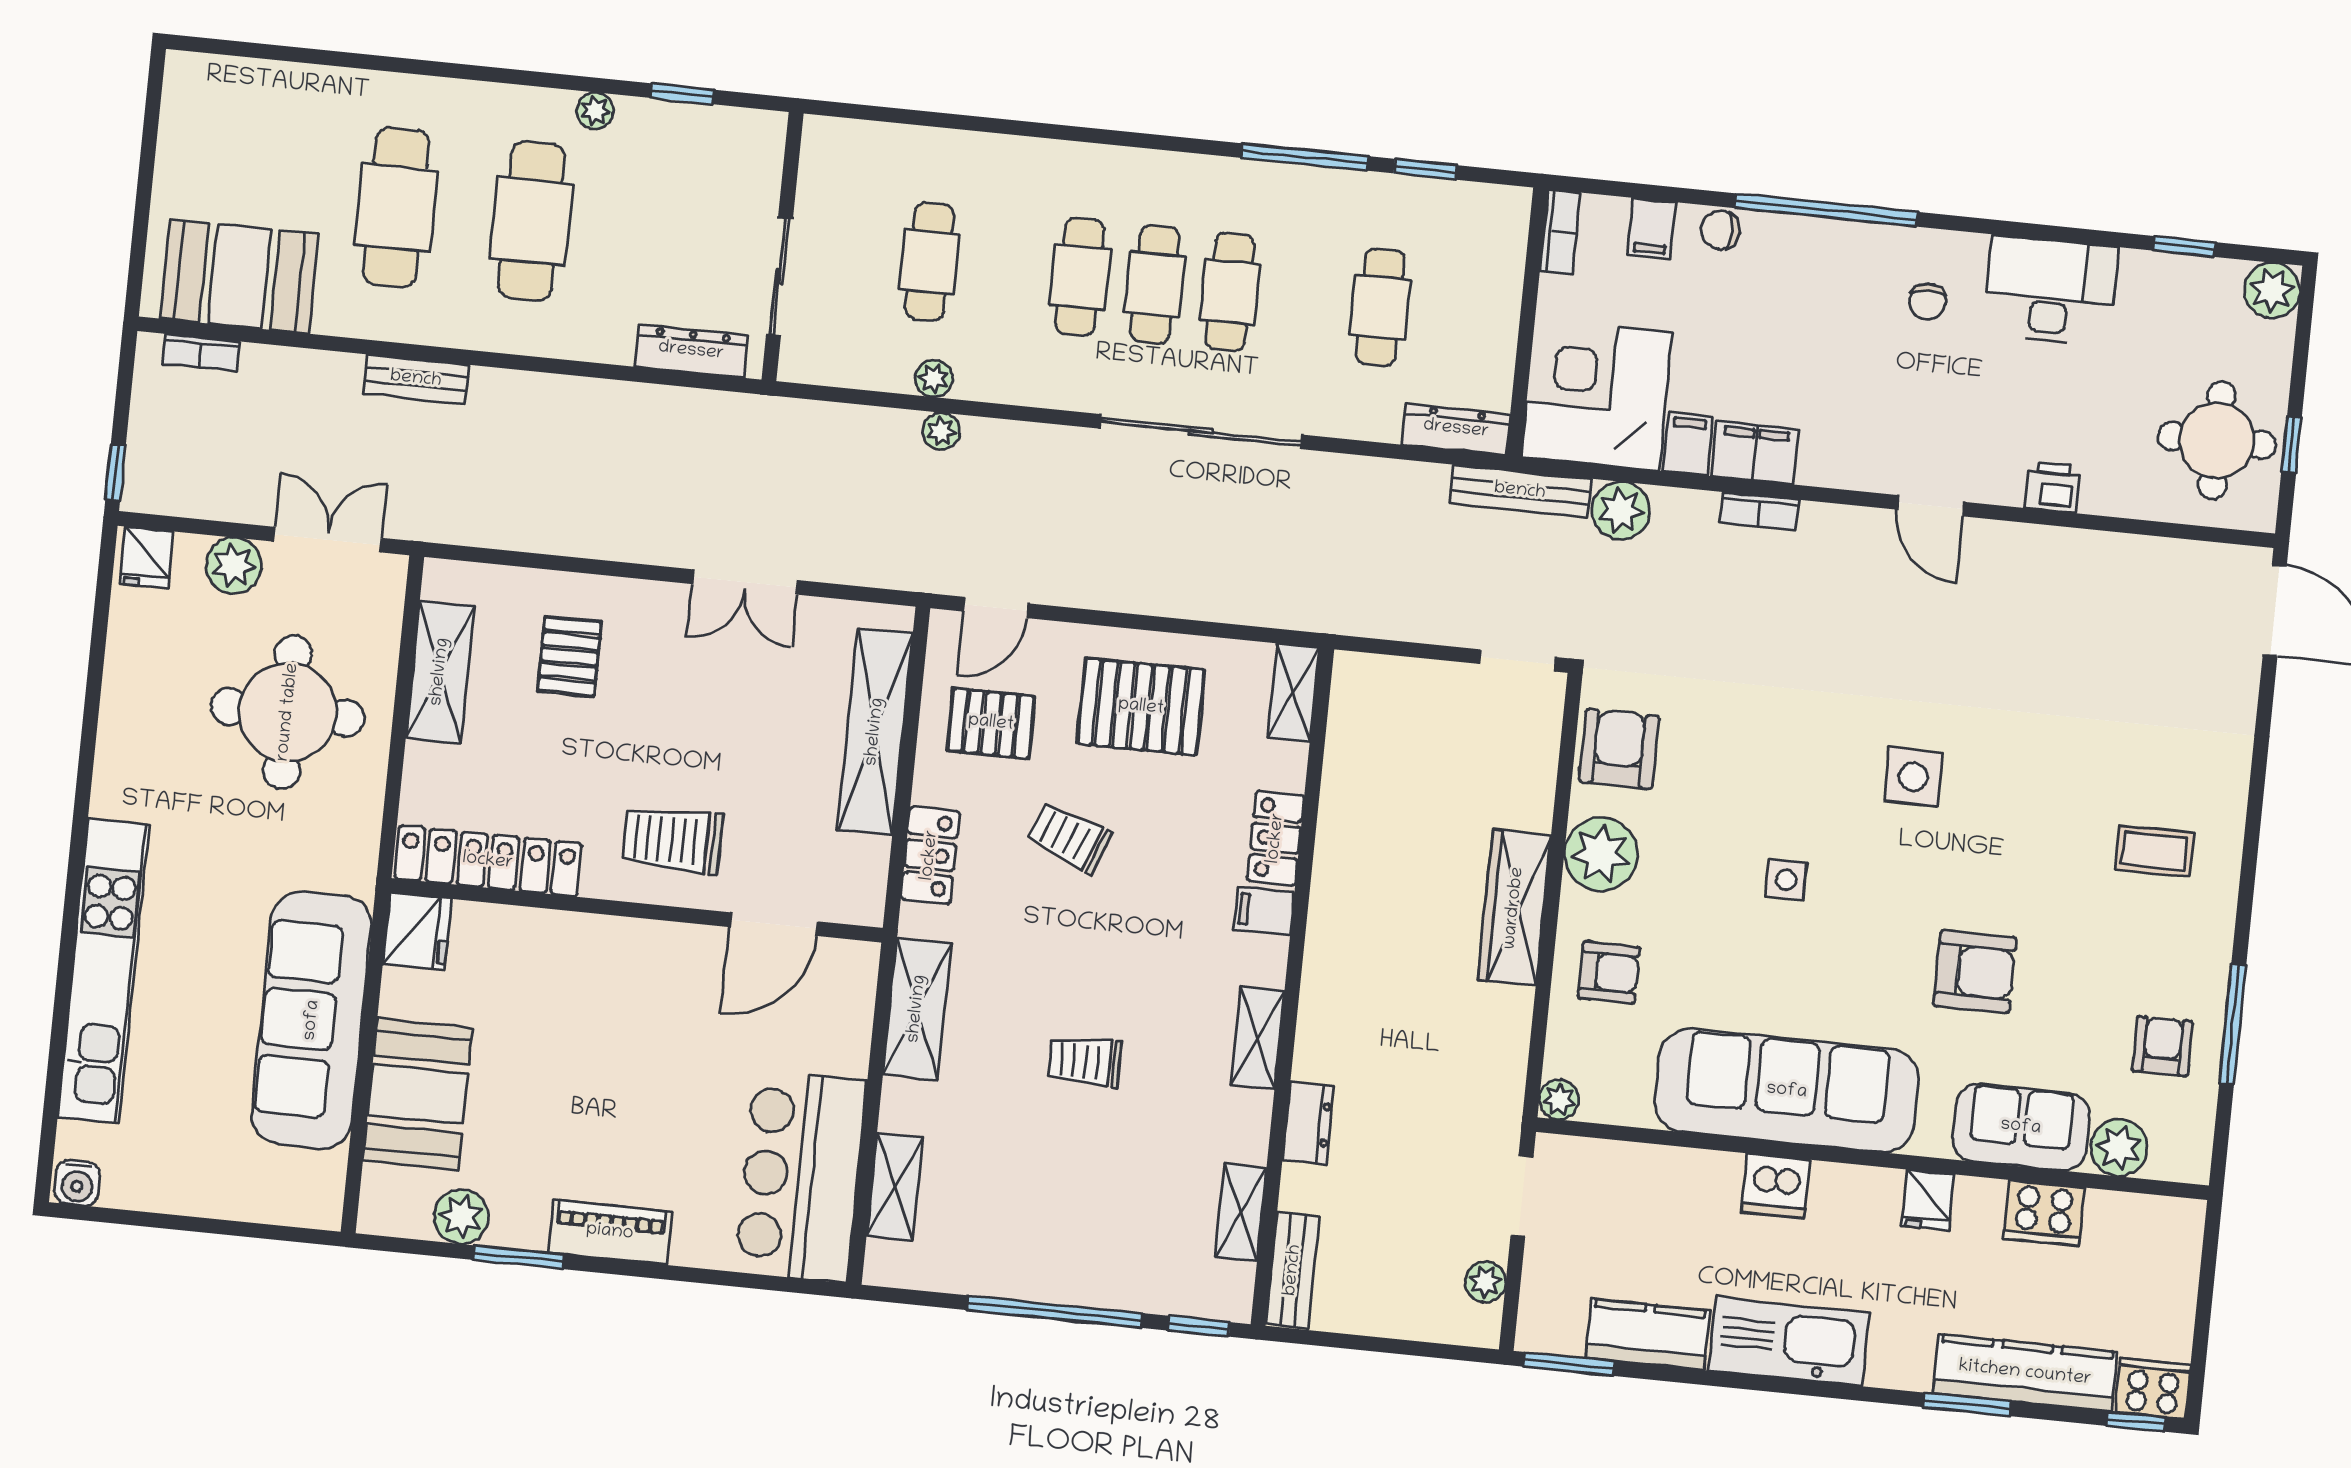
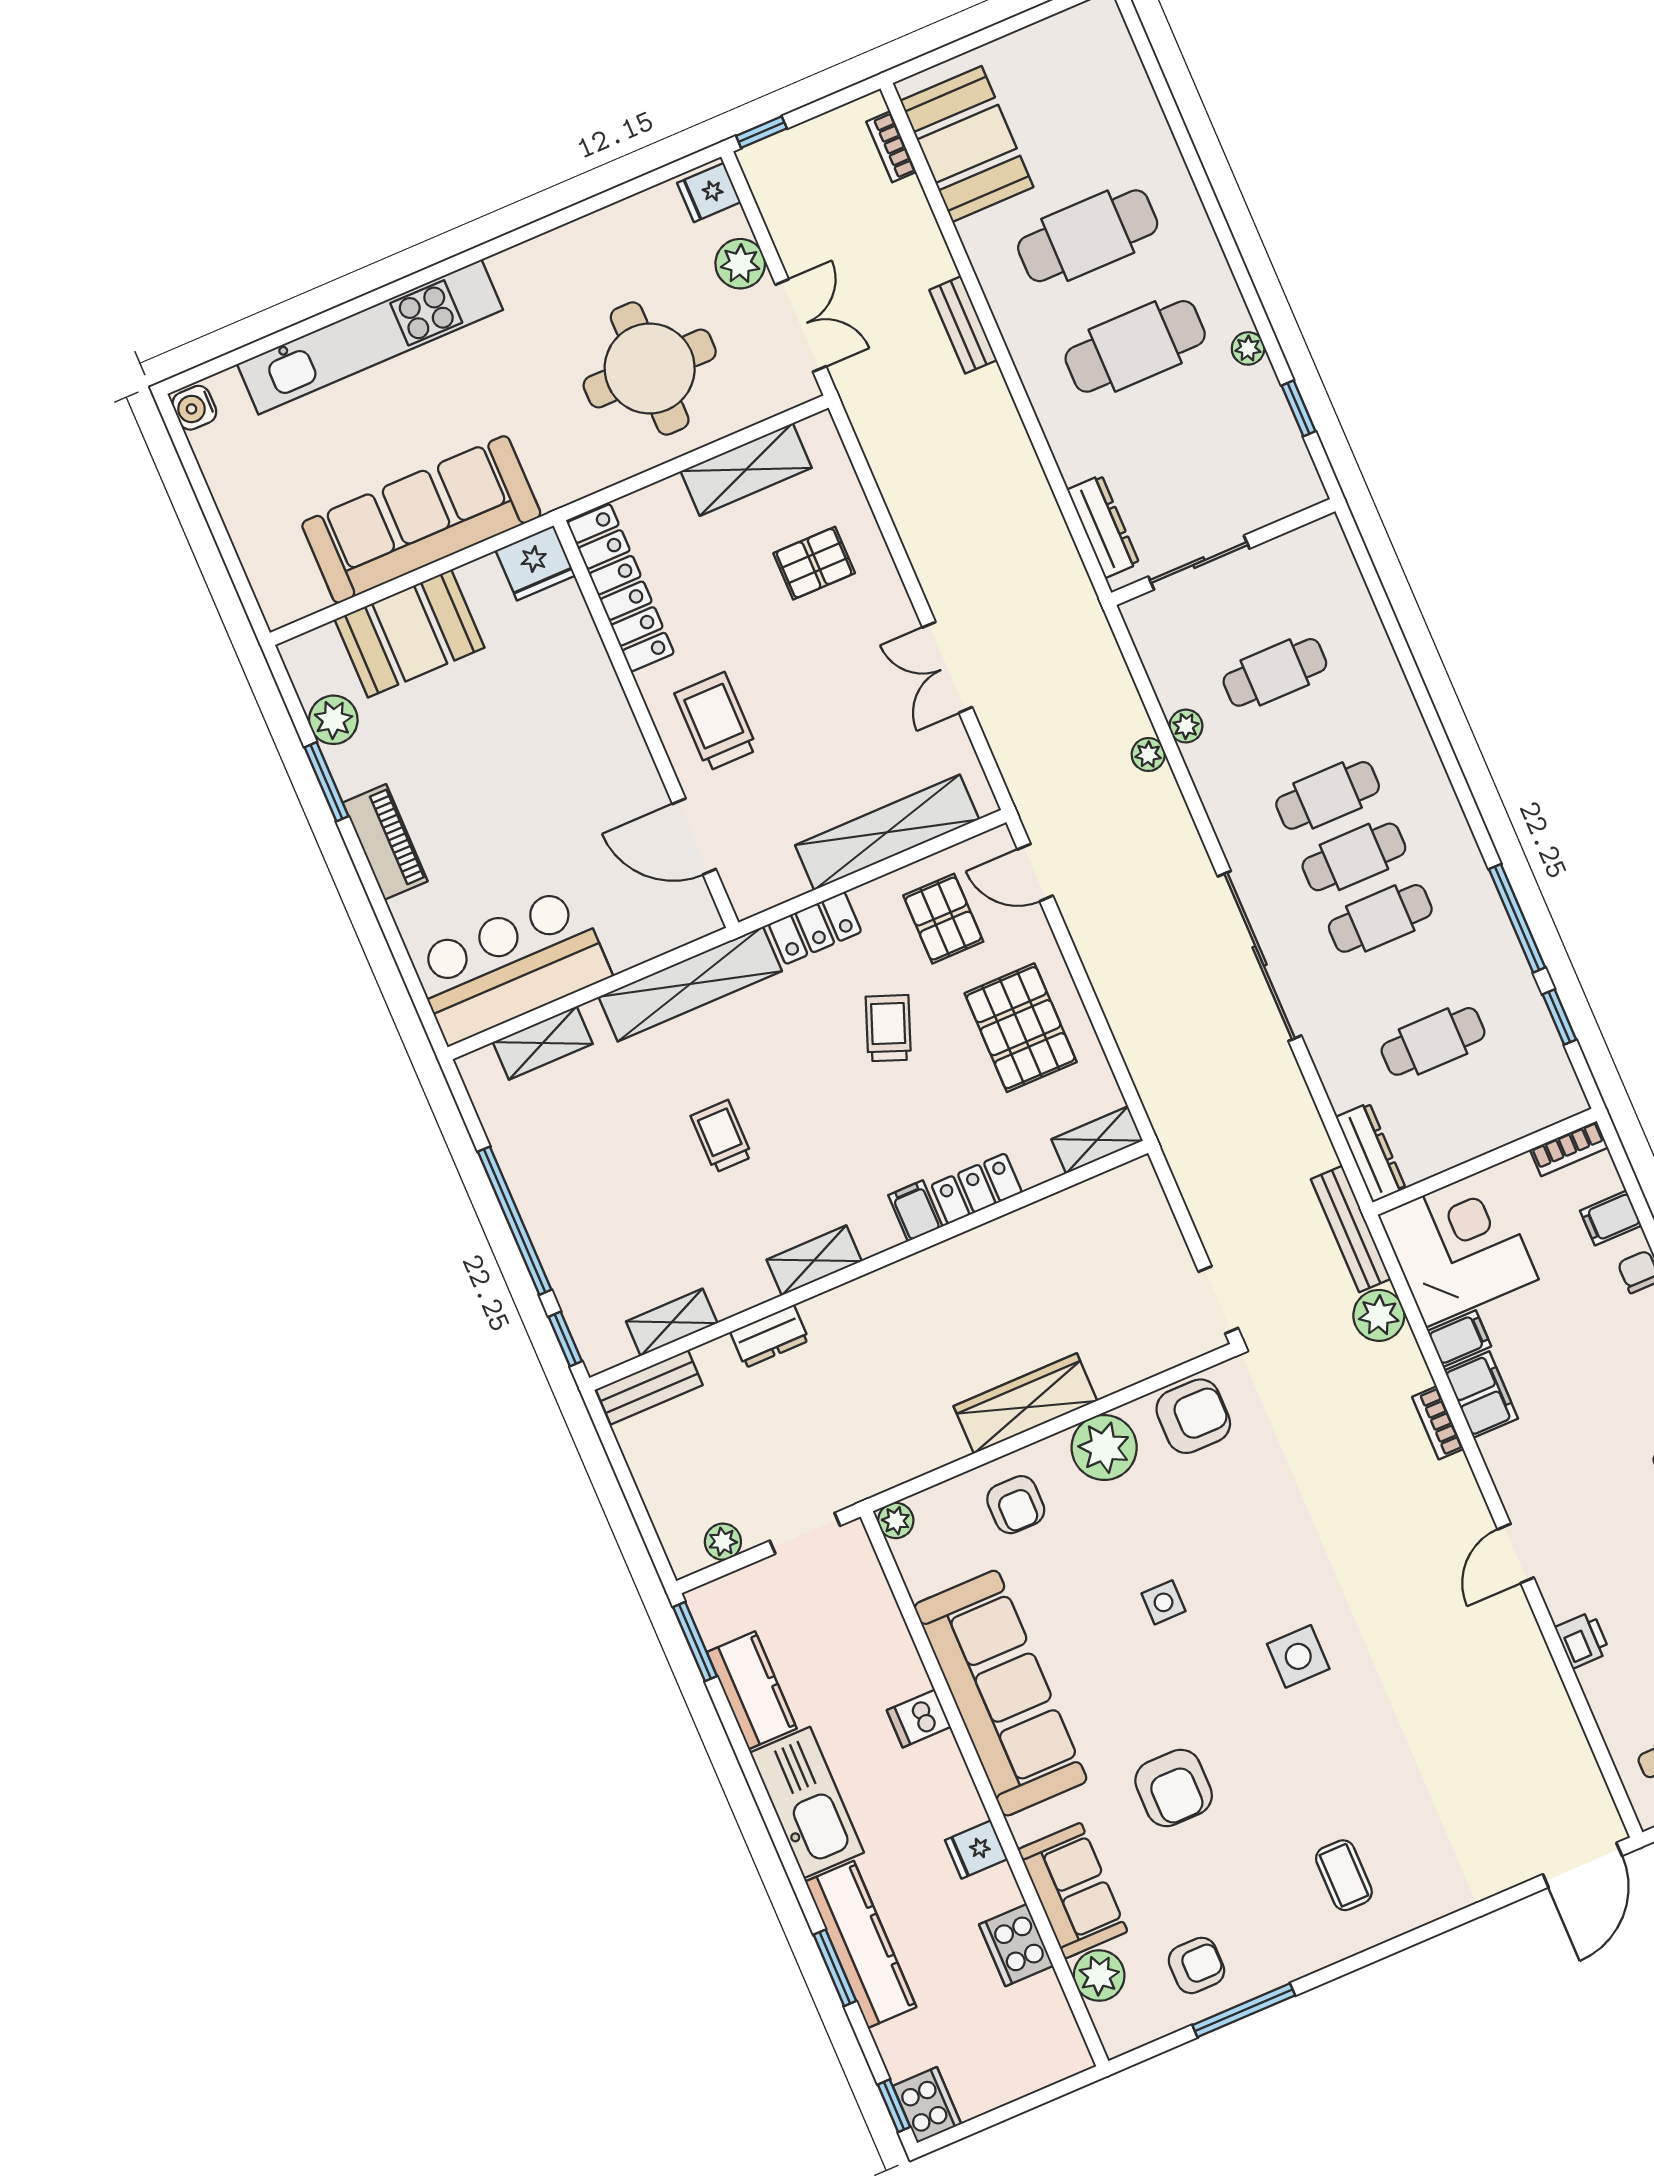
shelving: (917, 1009) -> (690, 984), width x1.47
dishwasher: (1776, 1186) -> (919, 1719), width x0.73
kitchen counter: (2025, 1373) -> (861, 1944), moved

